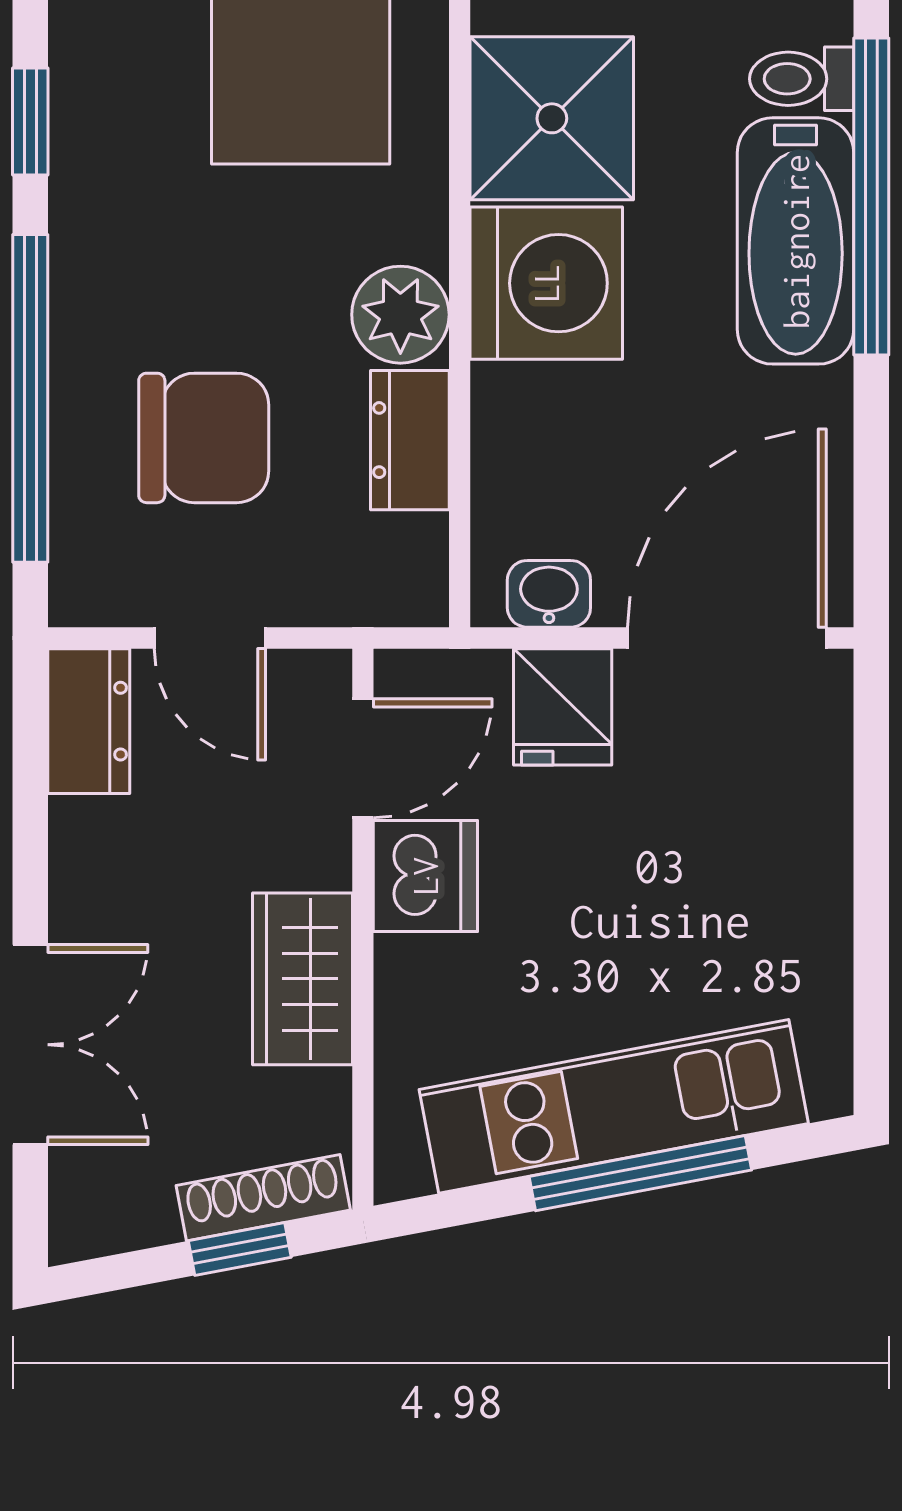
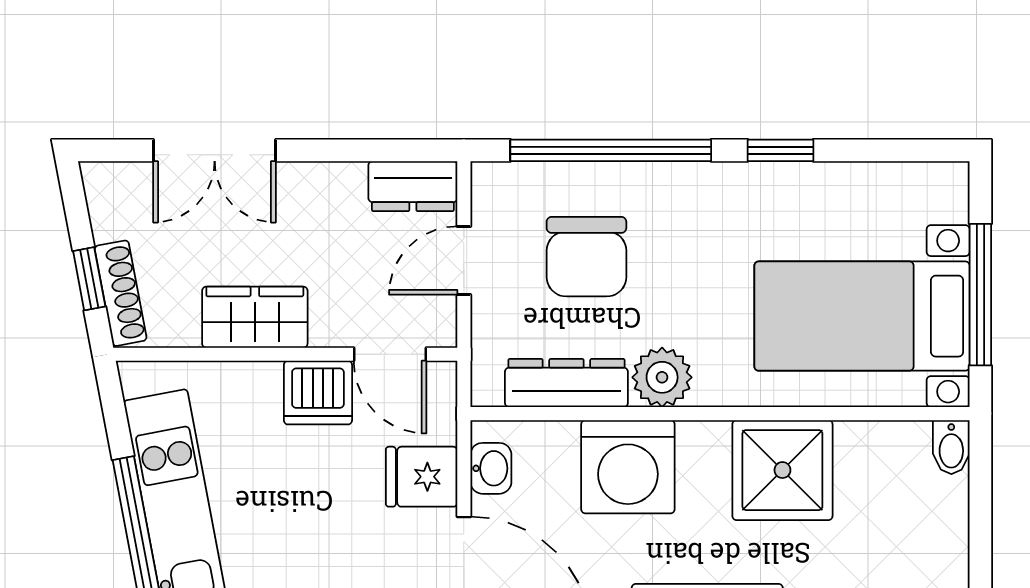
washing machine: (546, 283) -> (628, 467), moved
dresser: (410, 440) -> (566, 383), width x1.44

